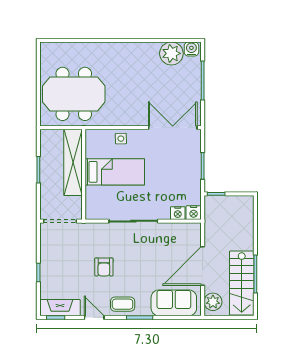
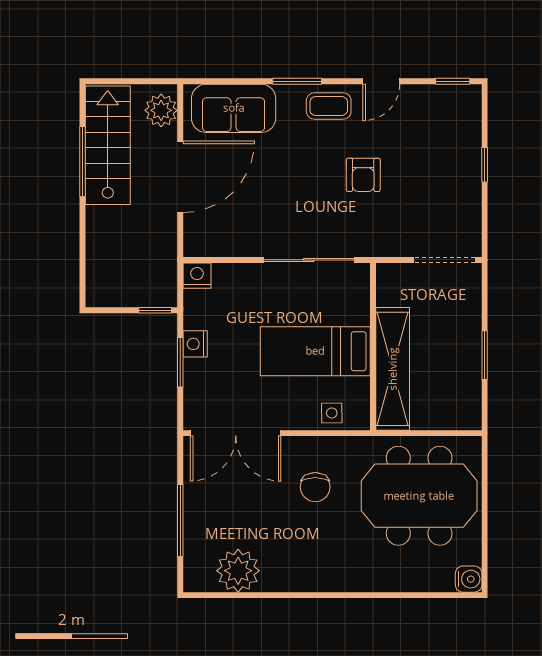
water cooler: (191, 49) -> (469, 579), moved, turned -90
chair: (130, 99) -> (315, 487), added
shelving: (73, 162) -> (393, 369), moved
bed: (115, 172) -> (315, 351), moved
wall: (84, 174) -> (373, 347), moved
nightstand: (178, 213) -> (195, 344), moved, turned -90
armchair: (104, 267) -> (363, 175), turned 180
fireplace: (60, 308) -> (445, 99), removed
door: (94, 317) -> (381, 81), hinge flipped

